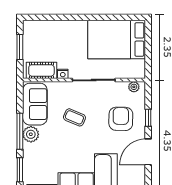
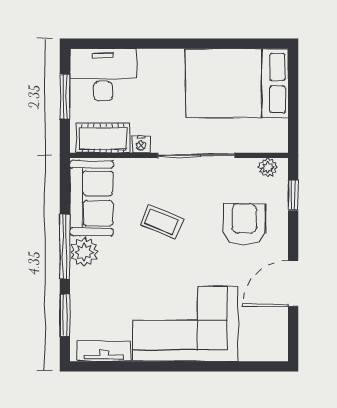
desk: (41, 35) -> (103, 75), added
window: (148, 118) -> (293, 195), moved

